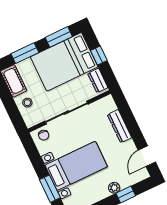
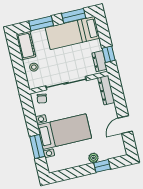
window: (99, 55) -> (109, 54), moved
bed: (64, 62) -> (72, 33), width x0.67
dresser: (120, 126) -> (106, 90), moved
door: (147, 156) -> (125, 125), moved

